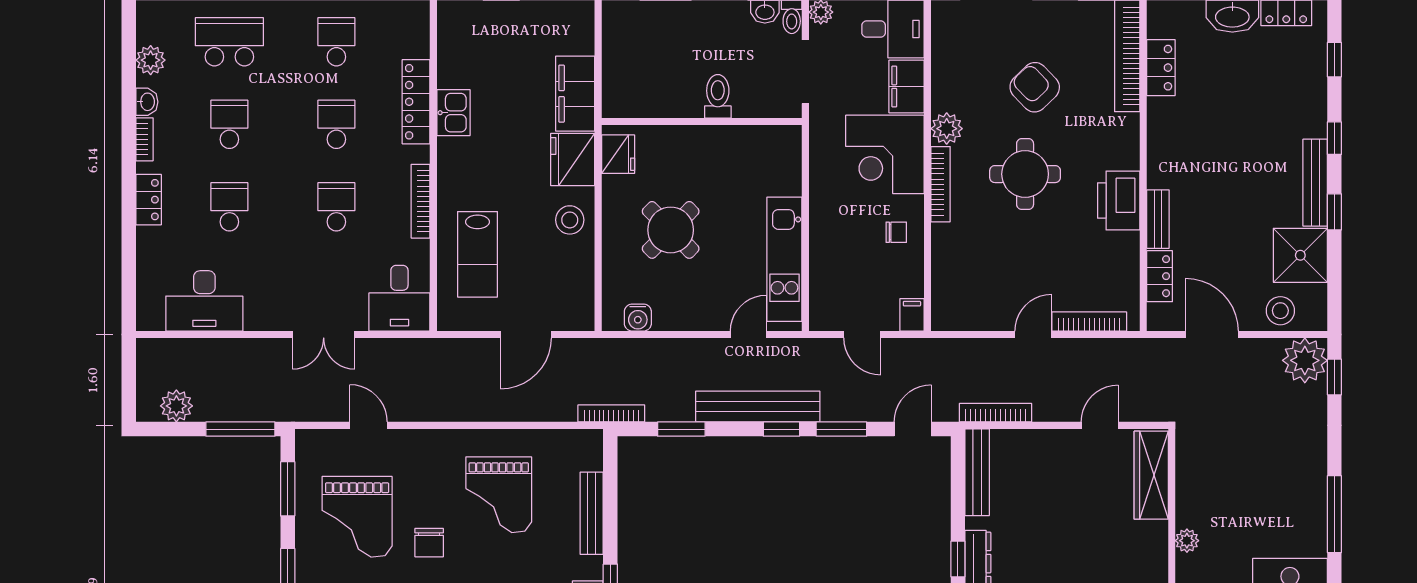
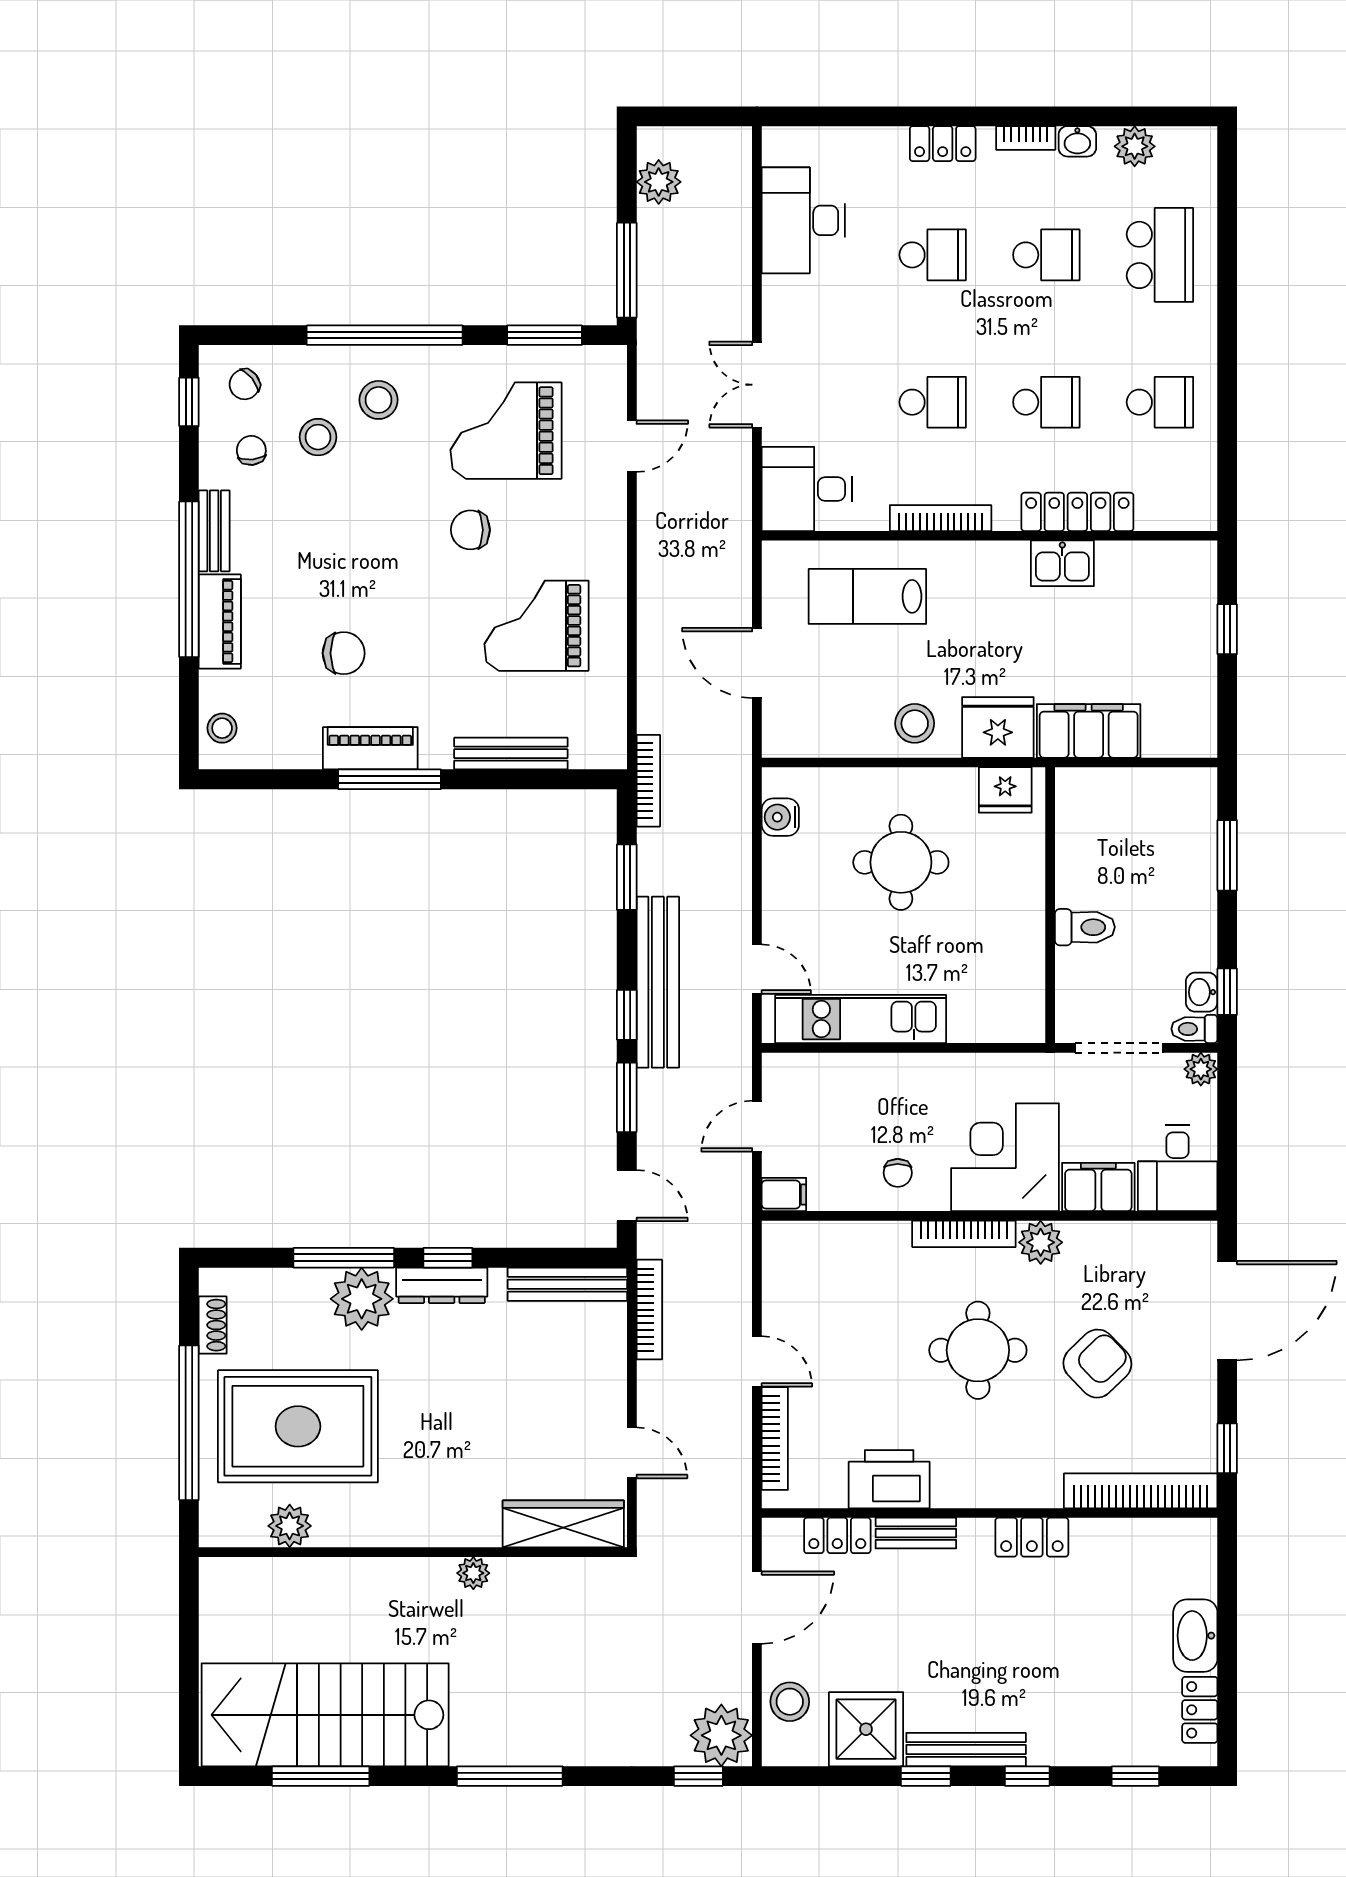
locker: (1161, 68) -> (1032, 1537), moved
printer: (1119, 201) -> (889, 1479), moved
round table: (671, 230) -> (901, 862), turned 45

